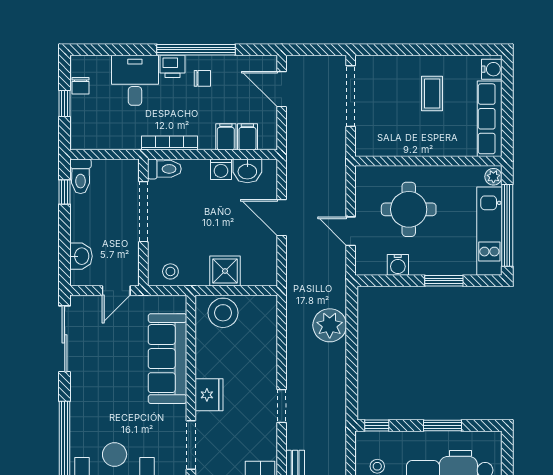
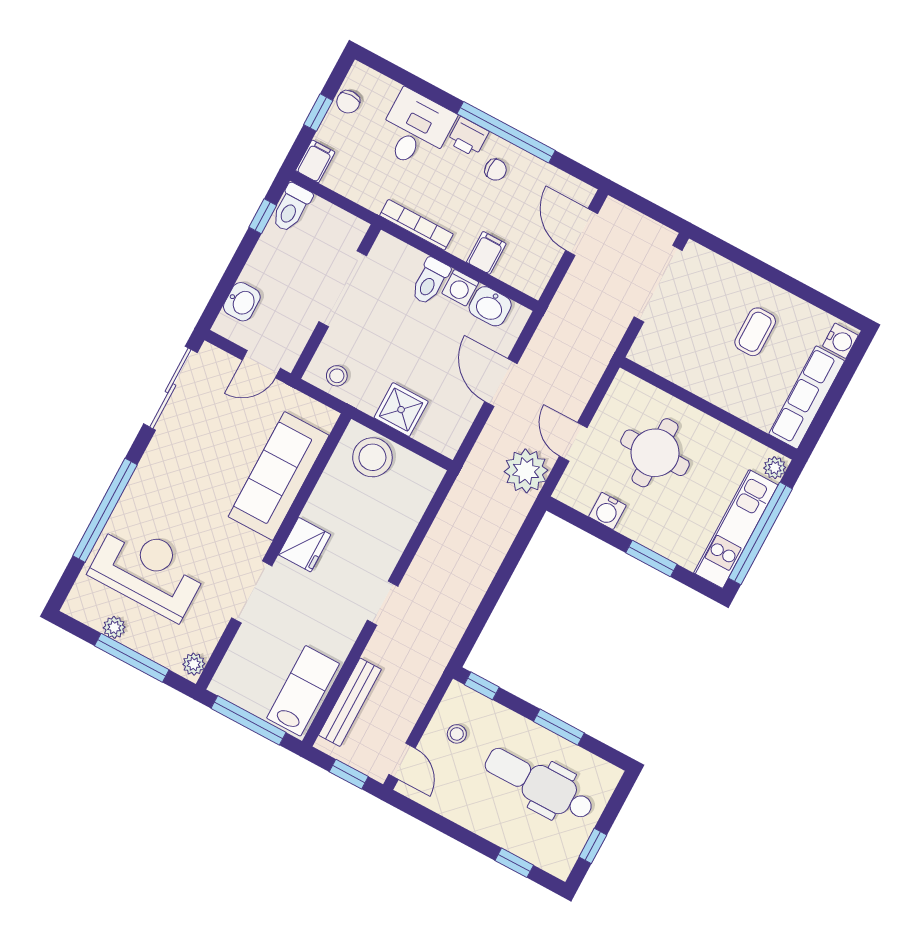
filing cabinet: (247, 137) -> (315, 161), moved
toilet: (164, 169) -> (430, 281), moved, turned 90
plant: (330, 325) -> (526, 471), moved

